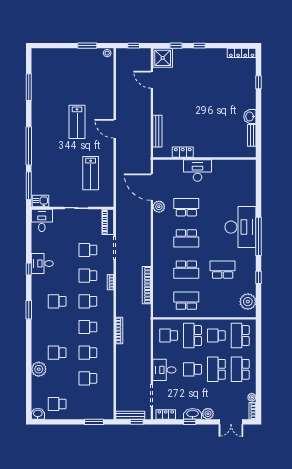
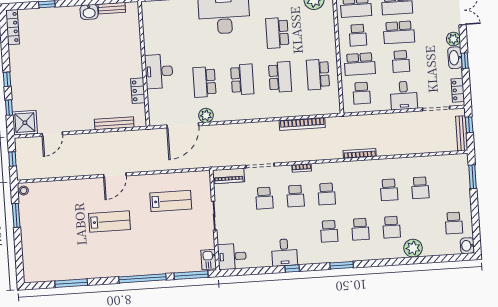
school desk: (88, 327) -> (360, 229), moved

